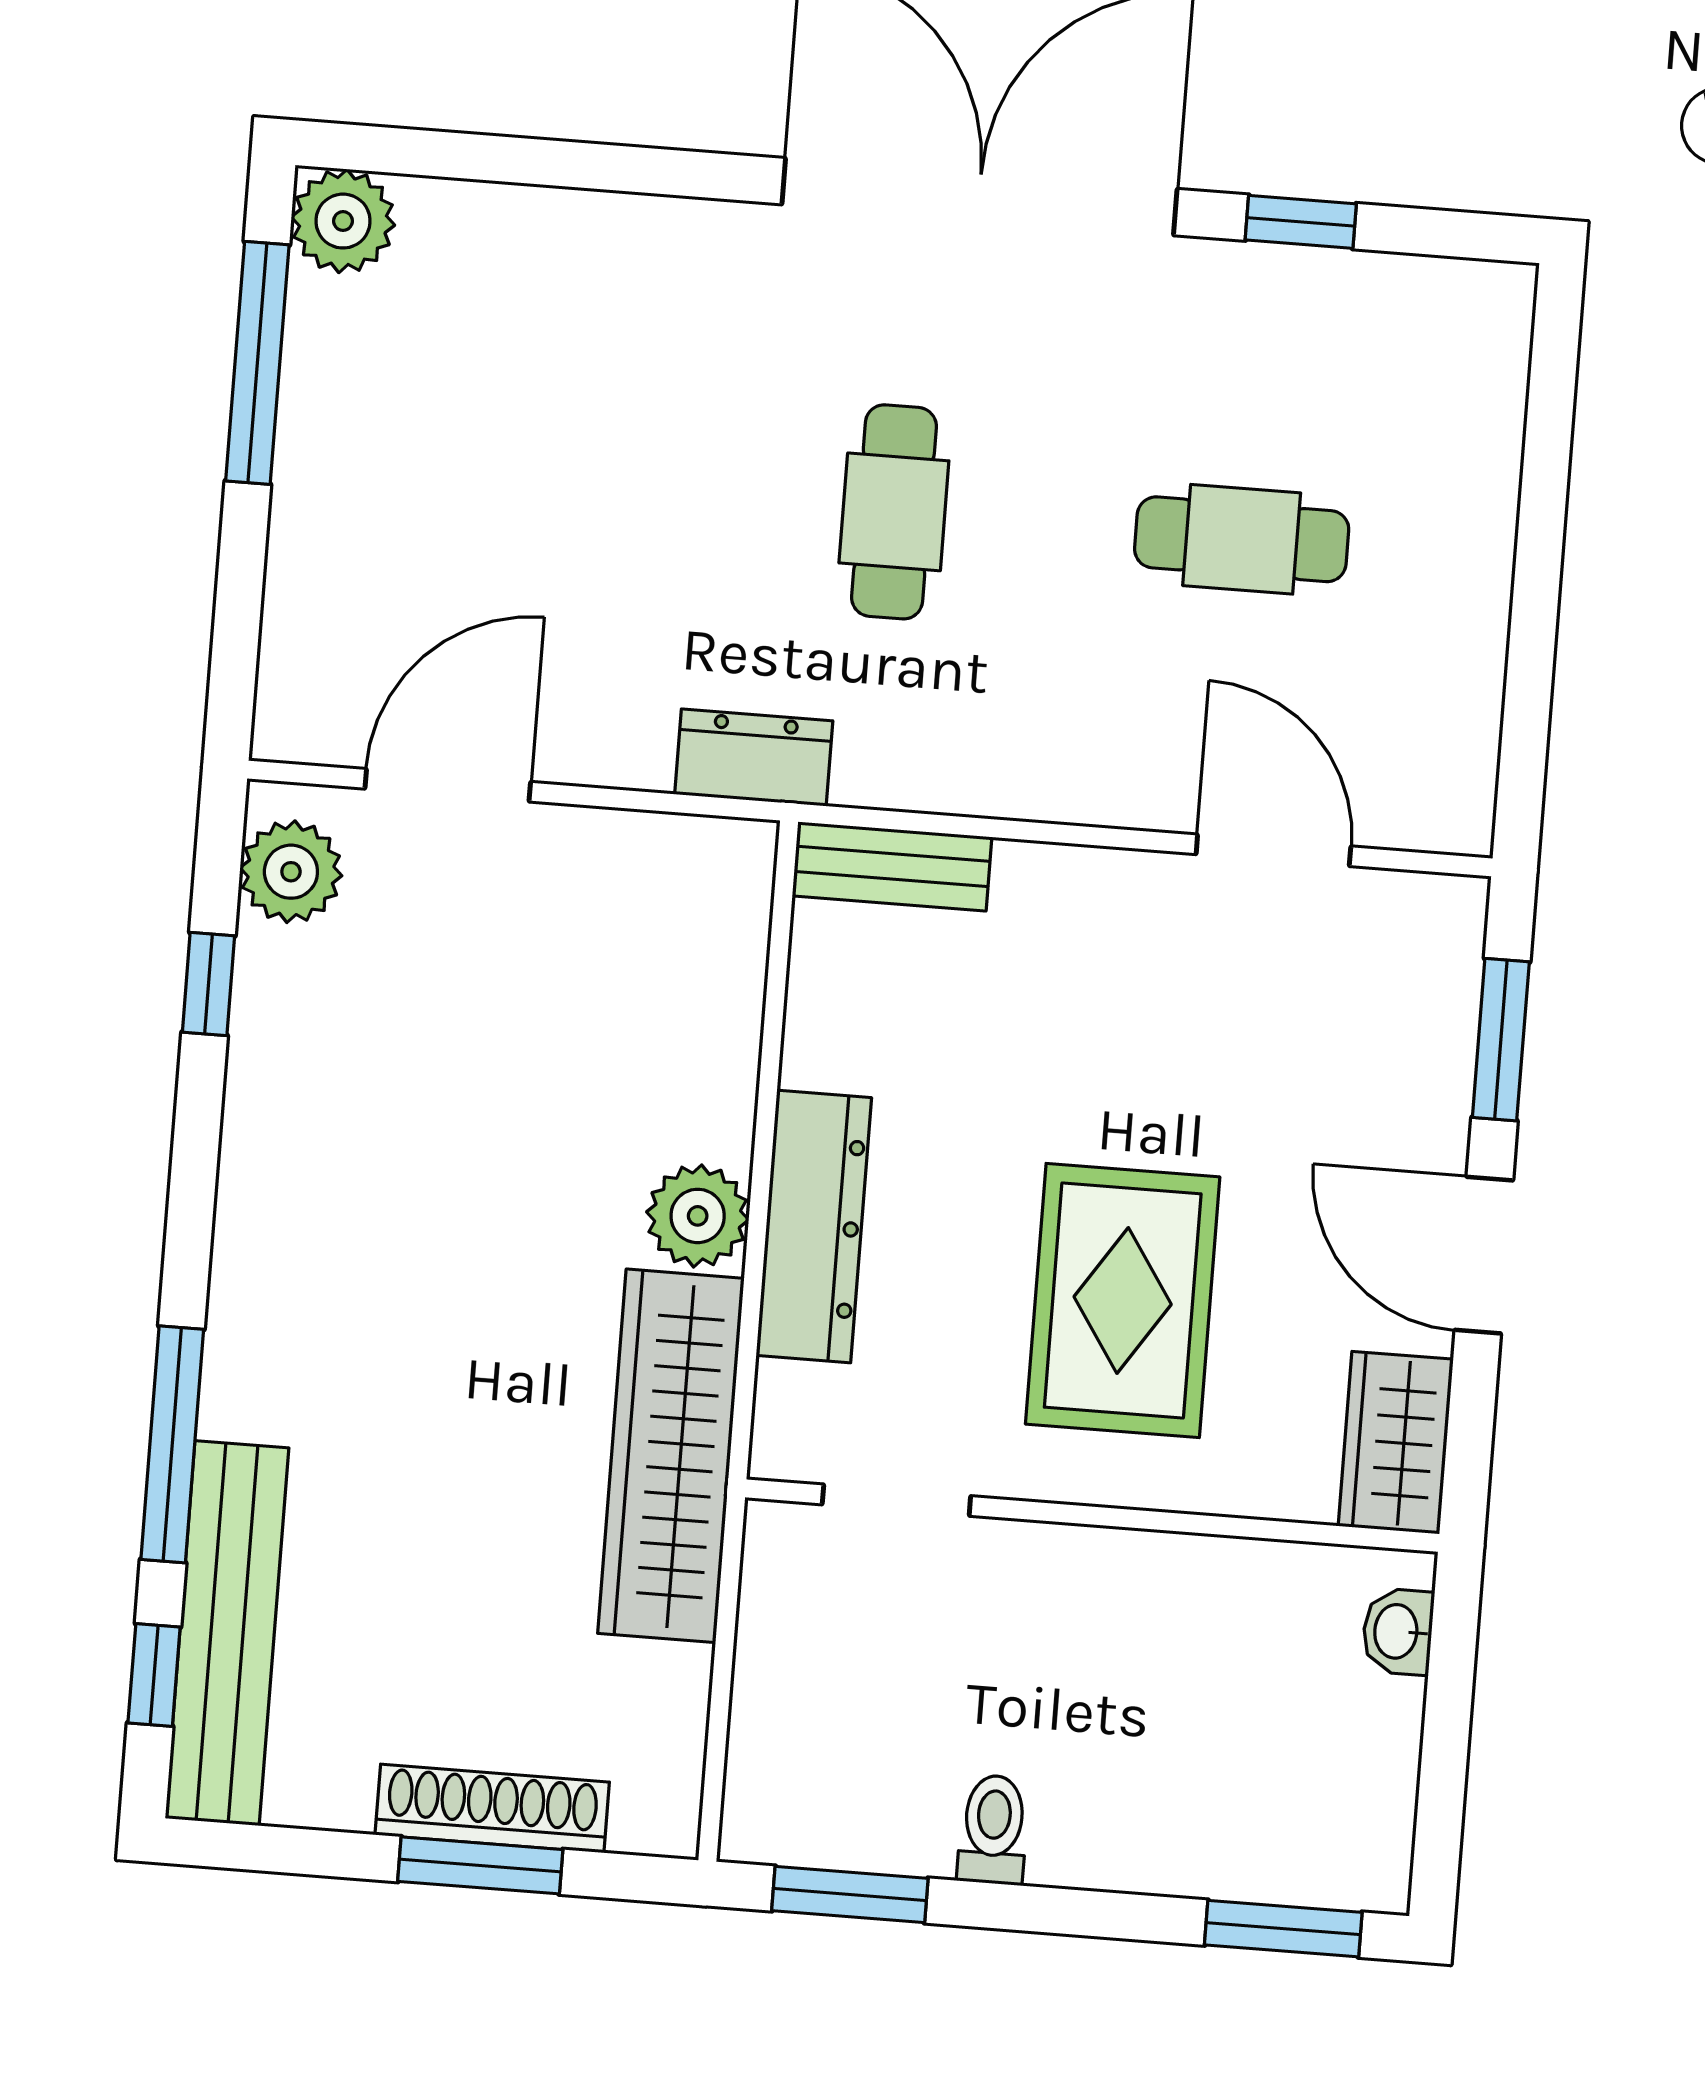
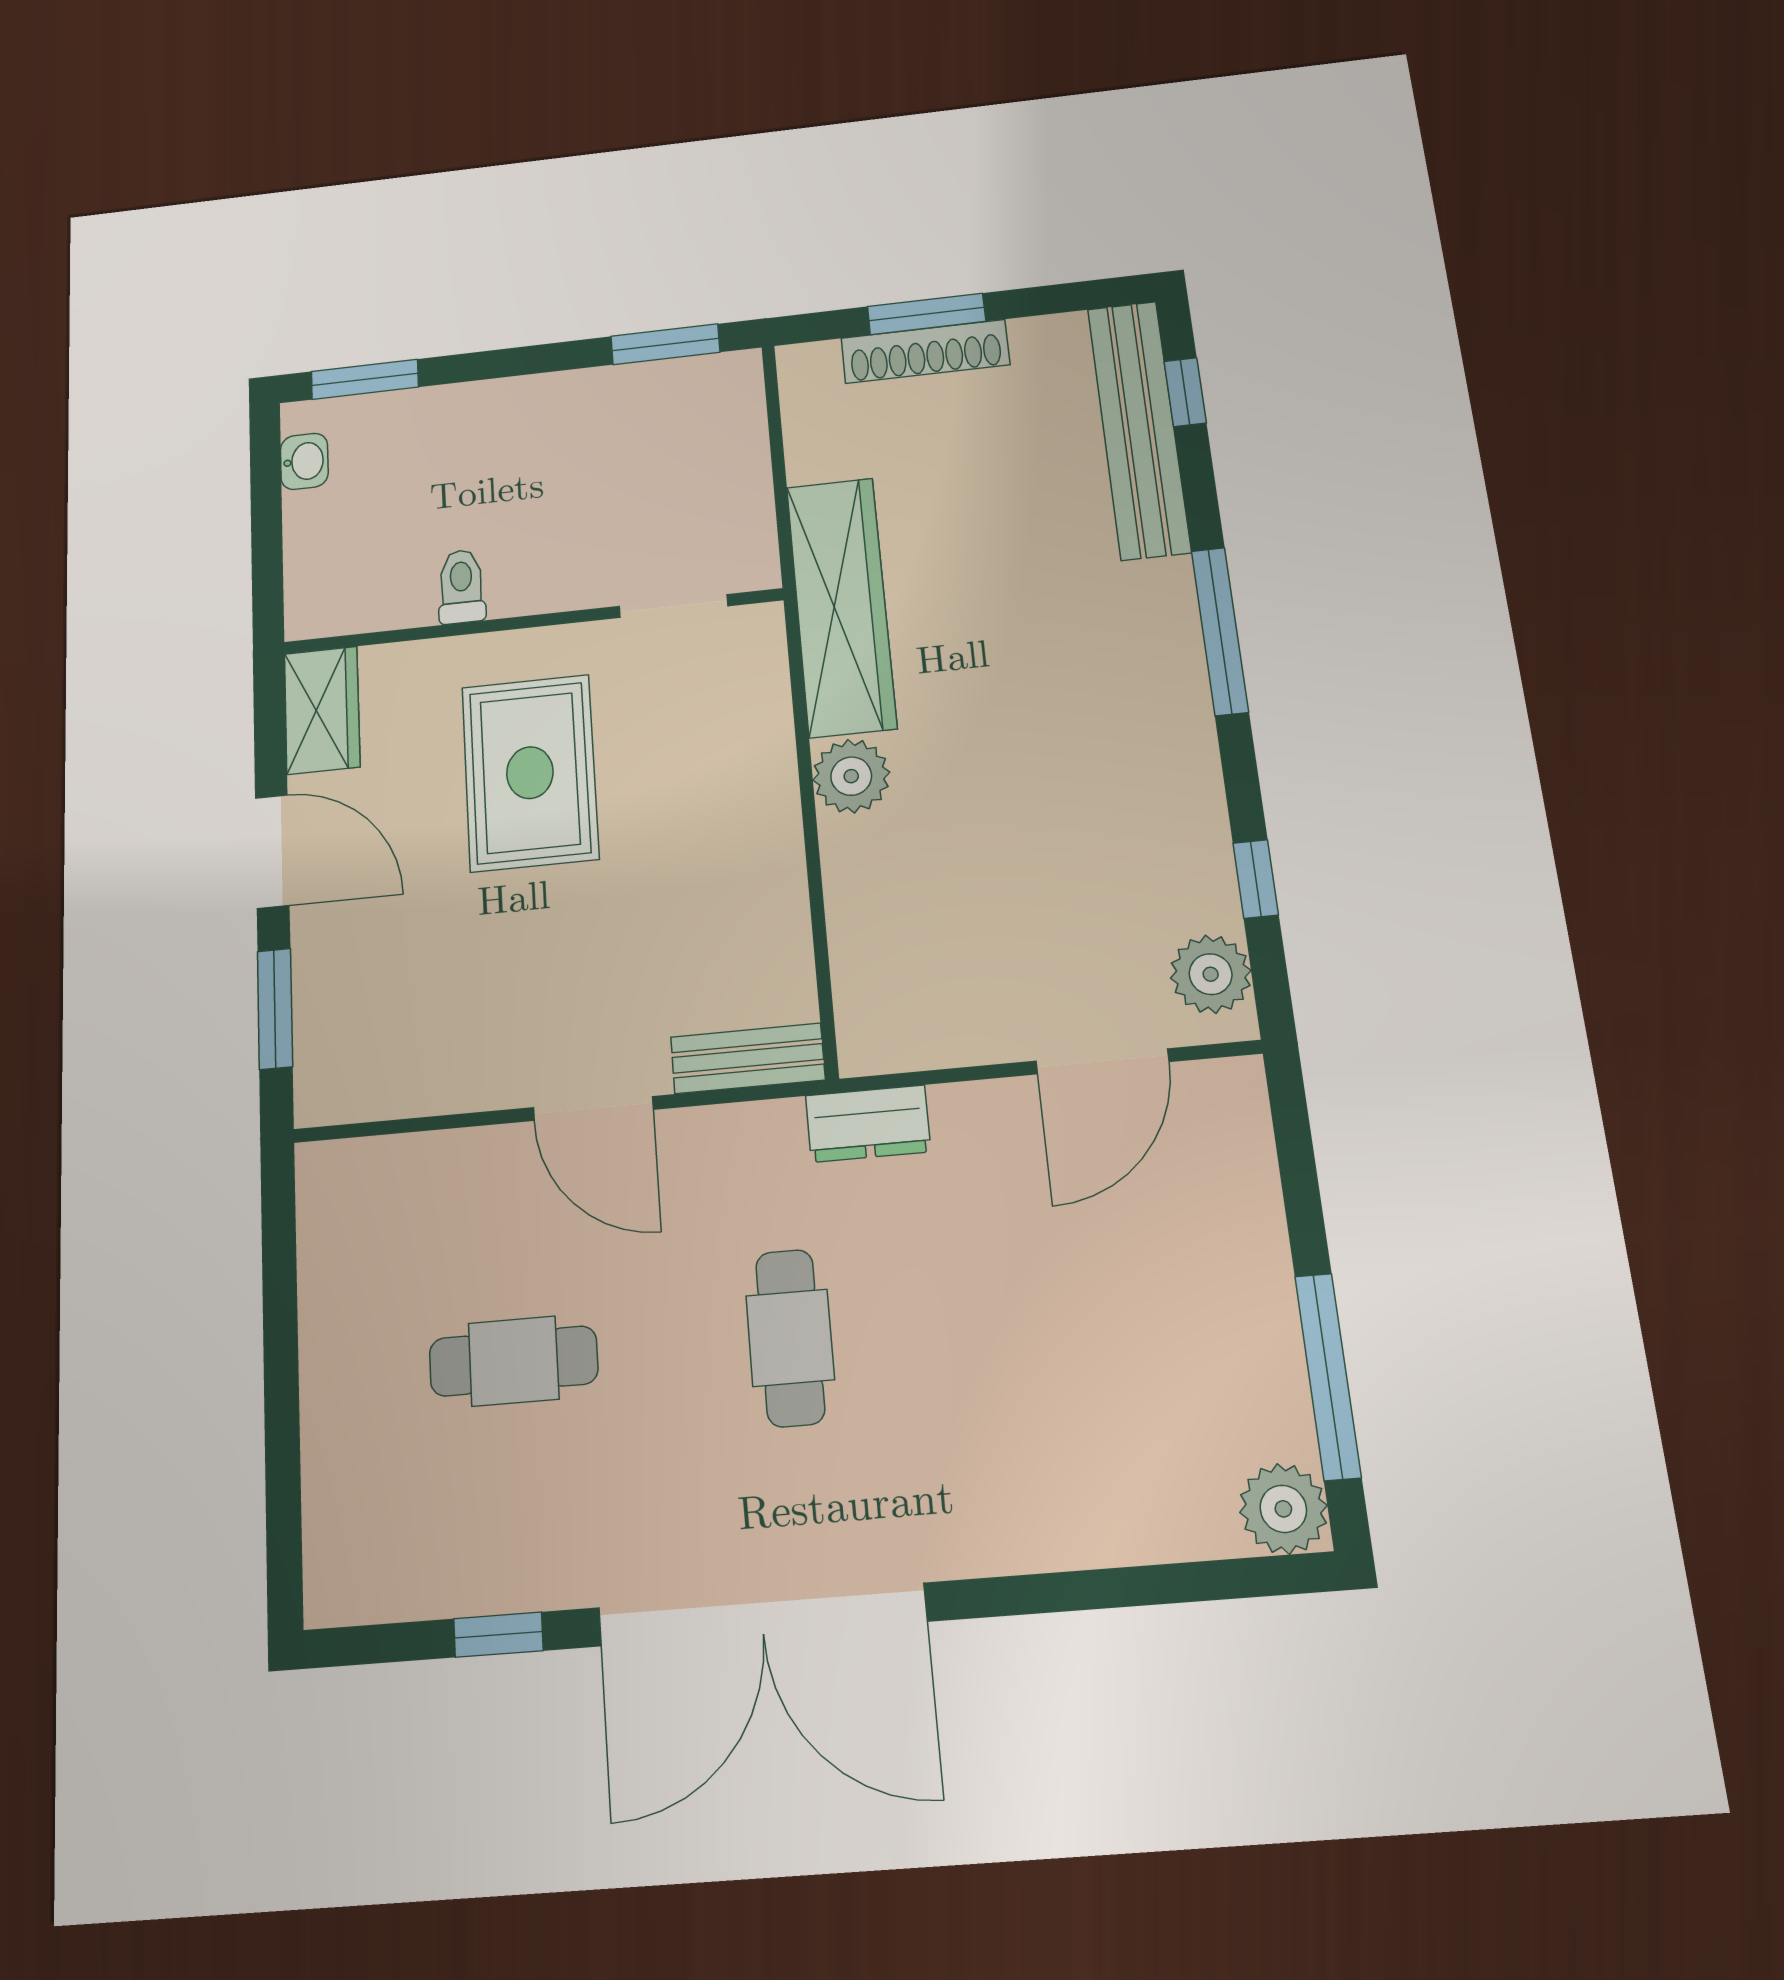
door: (1273, 850) -> (593, 1108), moved
dresser: (814, 1227) -> (764, 784), removed
window: (172, 1444) -> (1220, 631), moved
washbasin: (1398, 1631) -> (304, 461), moved
toilet: (993, 1830) -> (461, 587), moved, turned 180

